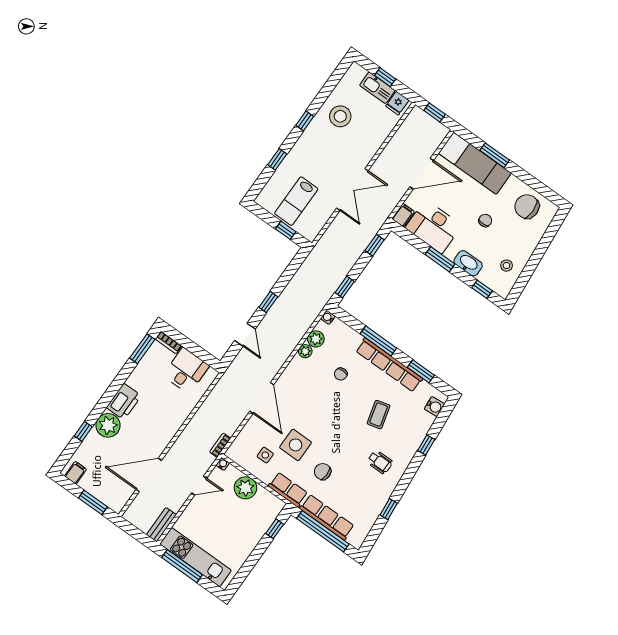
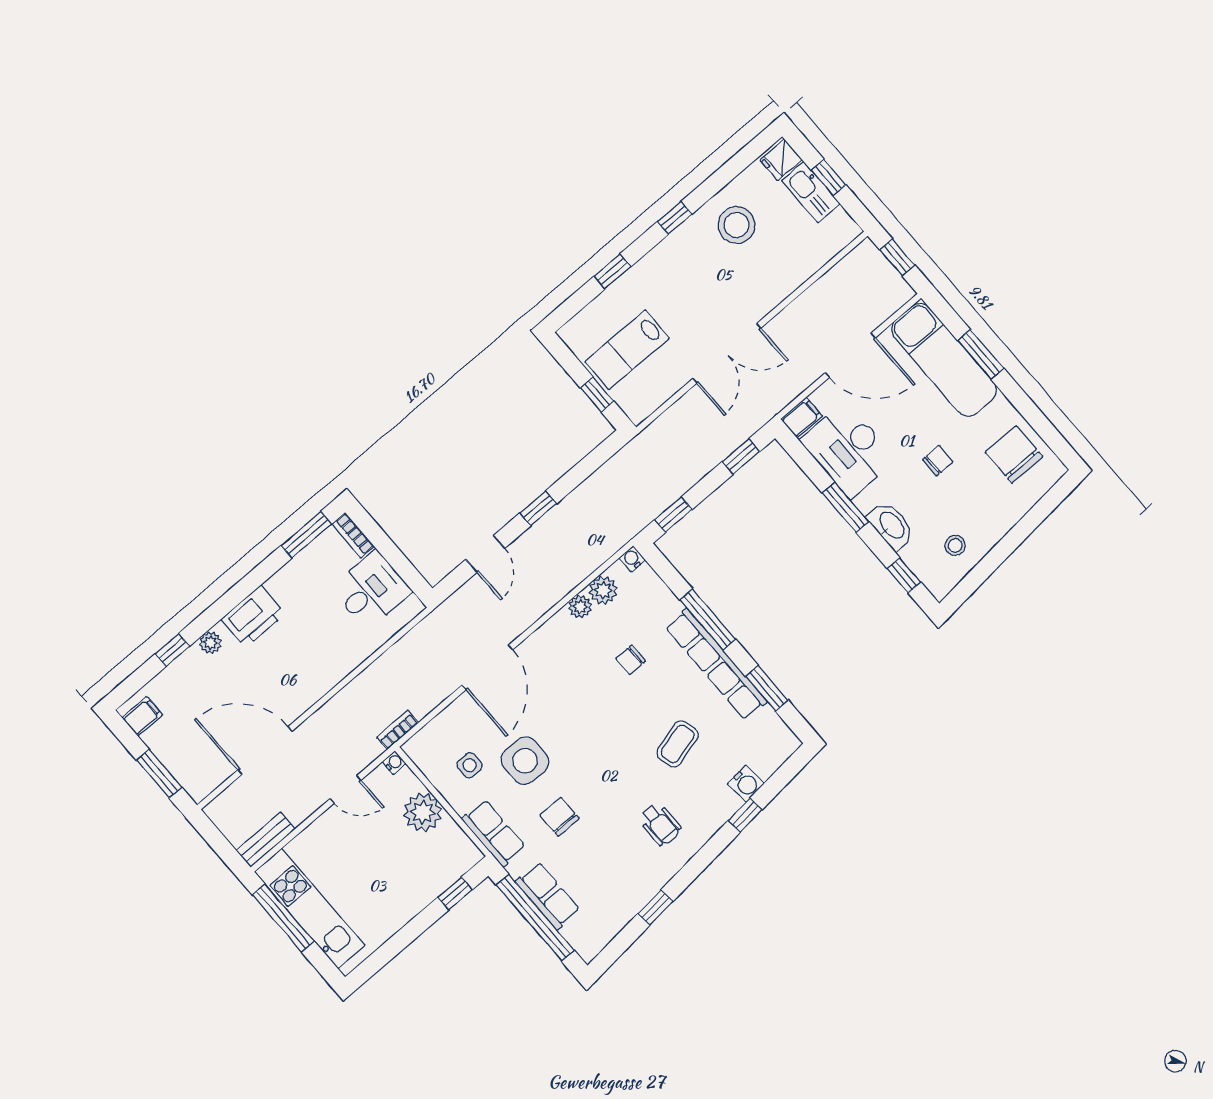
fridge: (397, 103) -> (781, 160), moved
water cooler: (434, 407) -> (746, 784), moved
plant: (108, 425) -> (210, 643), width x0.53, depth x0.53
row of seats: (327, 517) -> (548, 896), width x0.68

